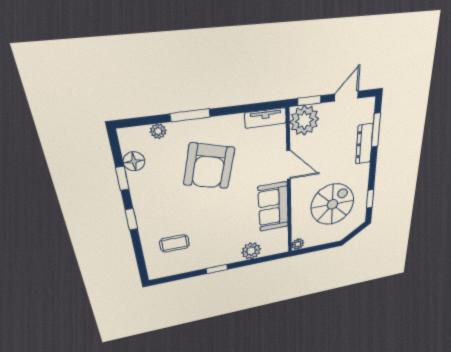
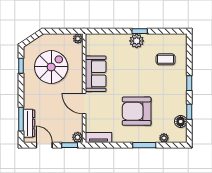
door: (346, 96) -> (44, 145), swing flipped
plant: (304, 120) -> (78, 137), width x0.53, depth x0.53
dresser: (364, 144) -> (29, 123), moved
armchair: (209, 166) -> (137, 111), turned -105
spiral stairs: (332, 204) -> (51, 67), turned 180
plant: (251, 251) -> (137, 41), moved

